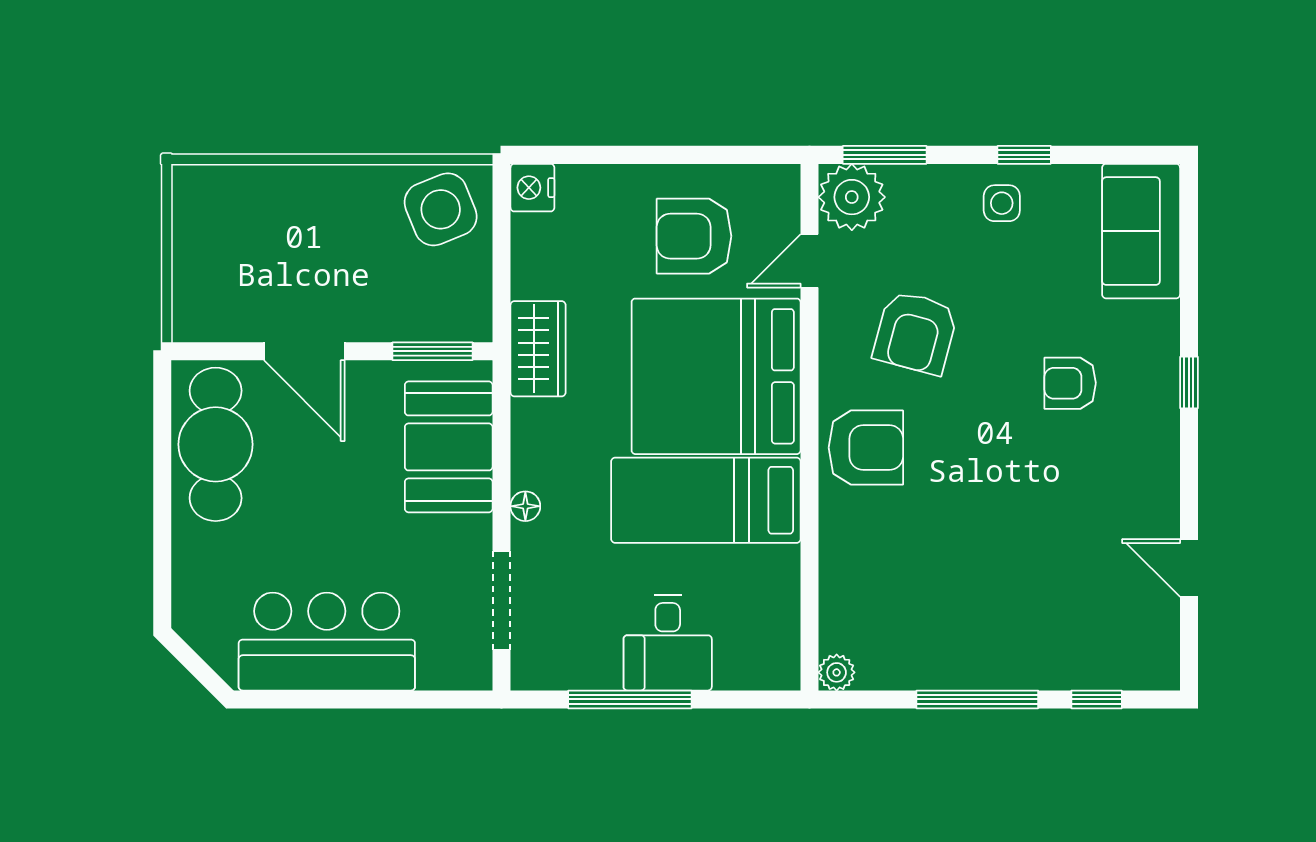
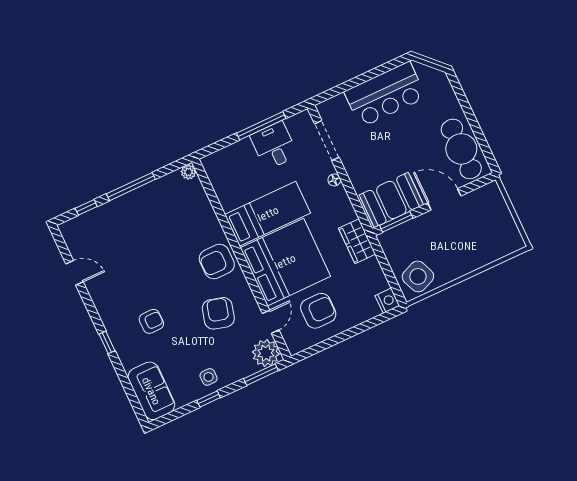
booth: (449, 447) -> (391, 200), moved, turned 90
desk: (668, 643) -> (274, 146), moved

